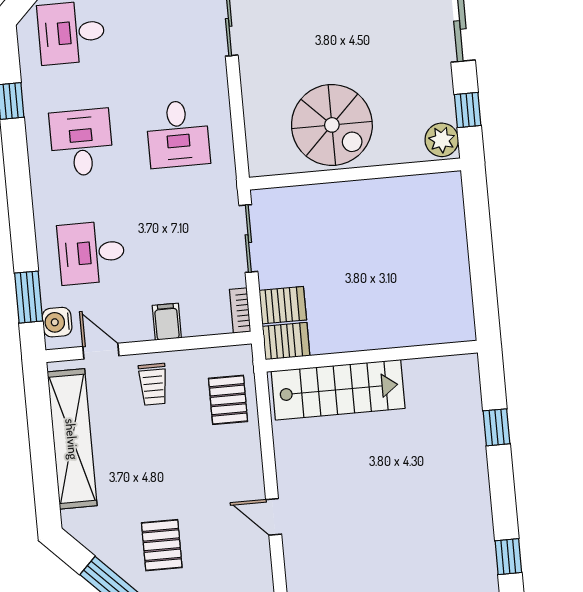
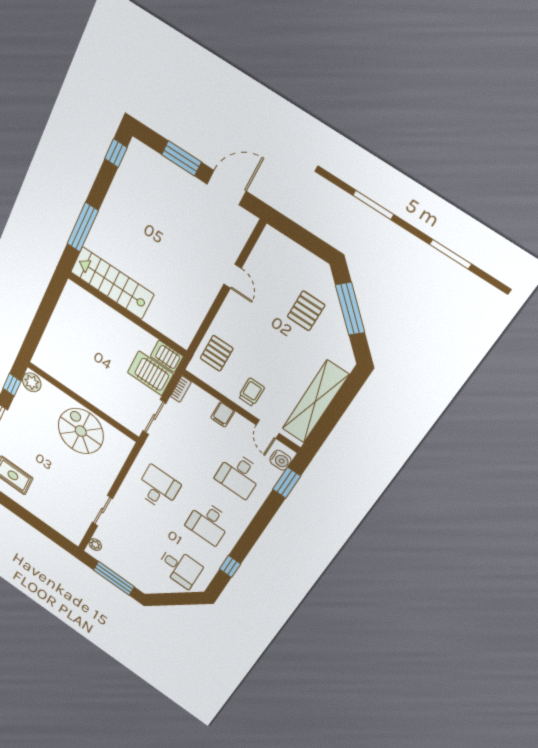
desk: (91, 253) -> (239, 475), turned 90
server rack: (283, 305) -> (150, 373), width x1.36, depth x1.44
stairs: (338, 390) -> (112, 283), moved
window: (497, 427) -> (83, 227), width x2.17

